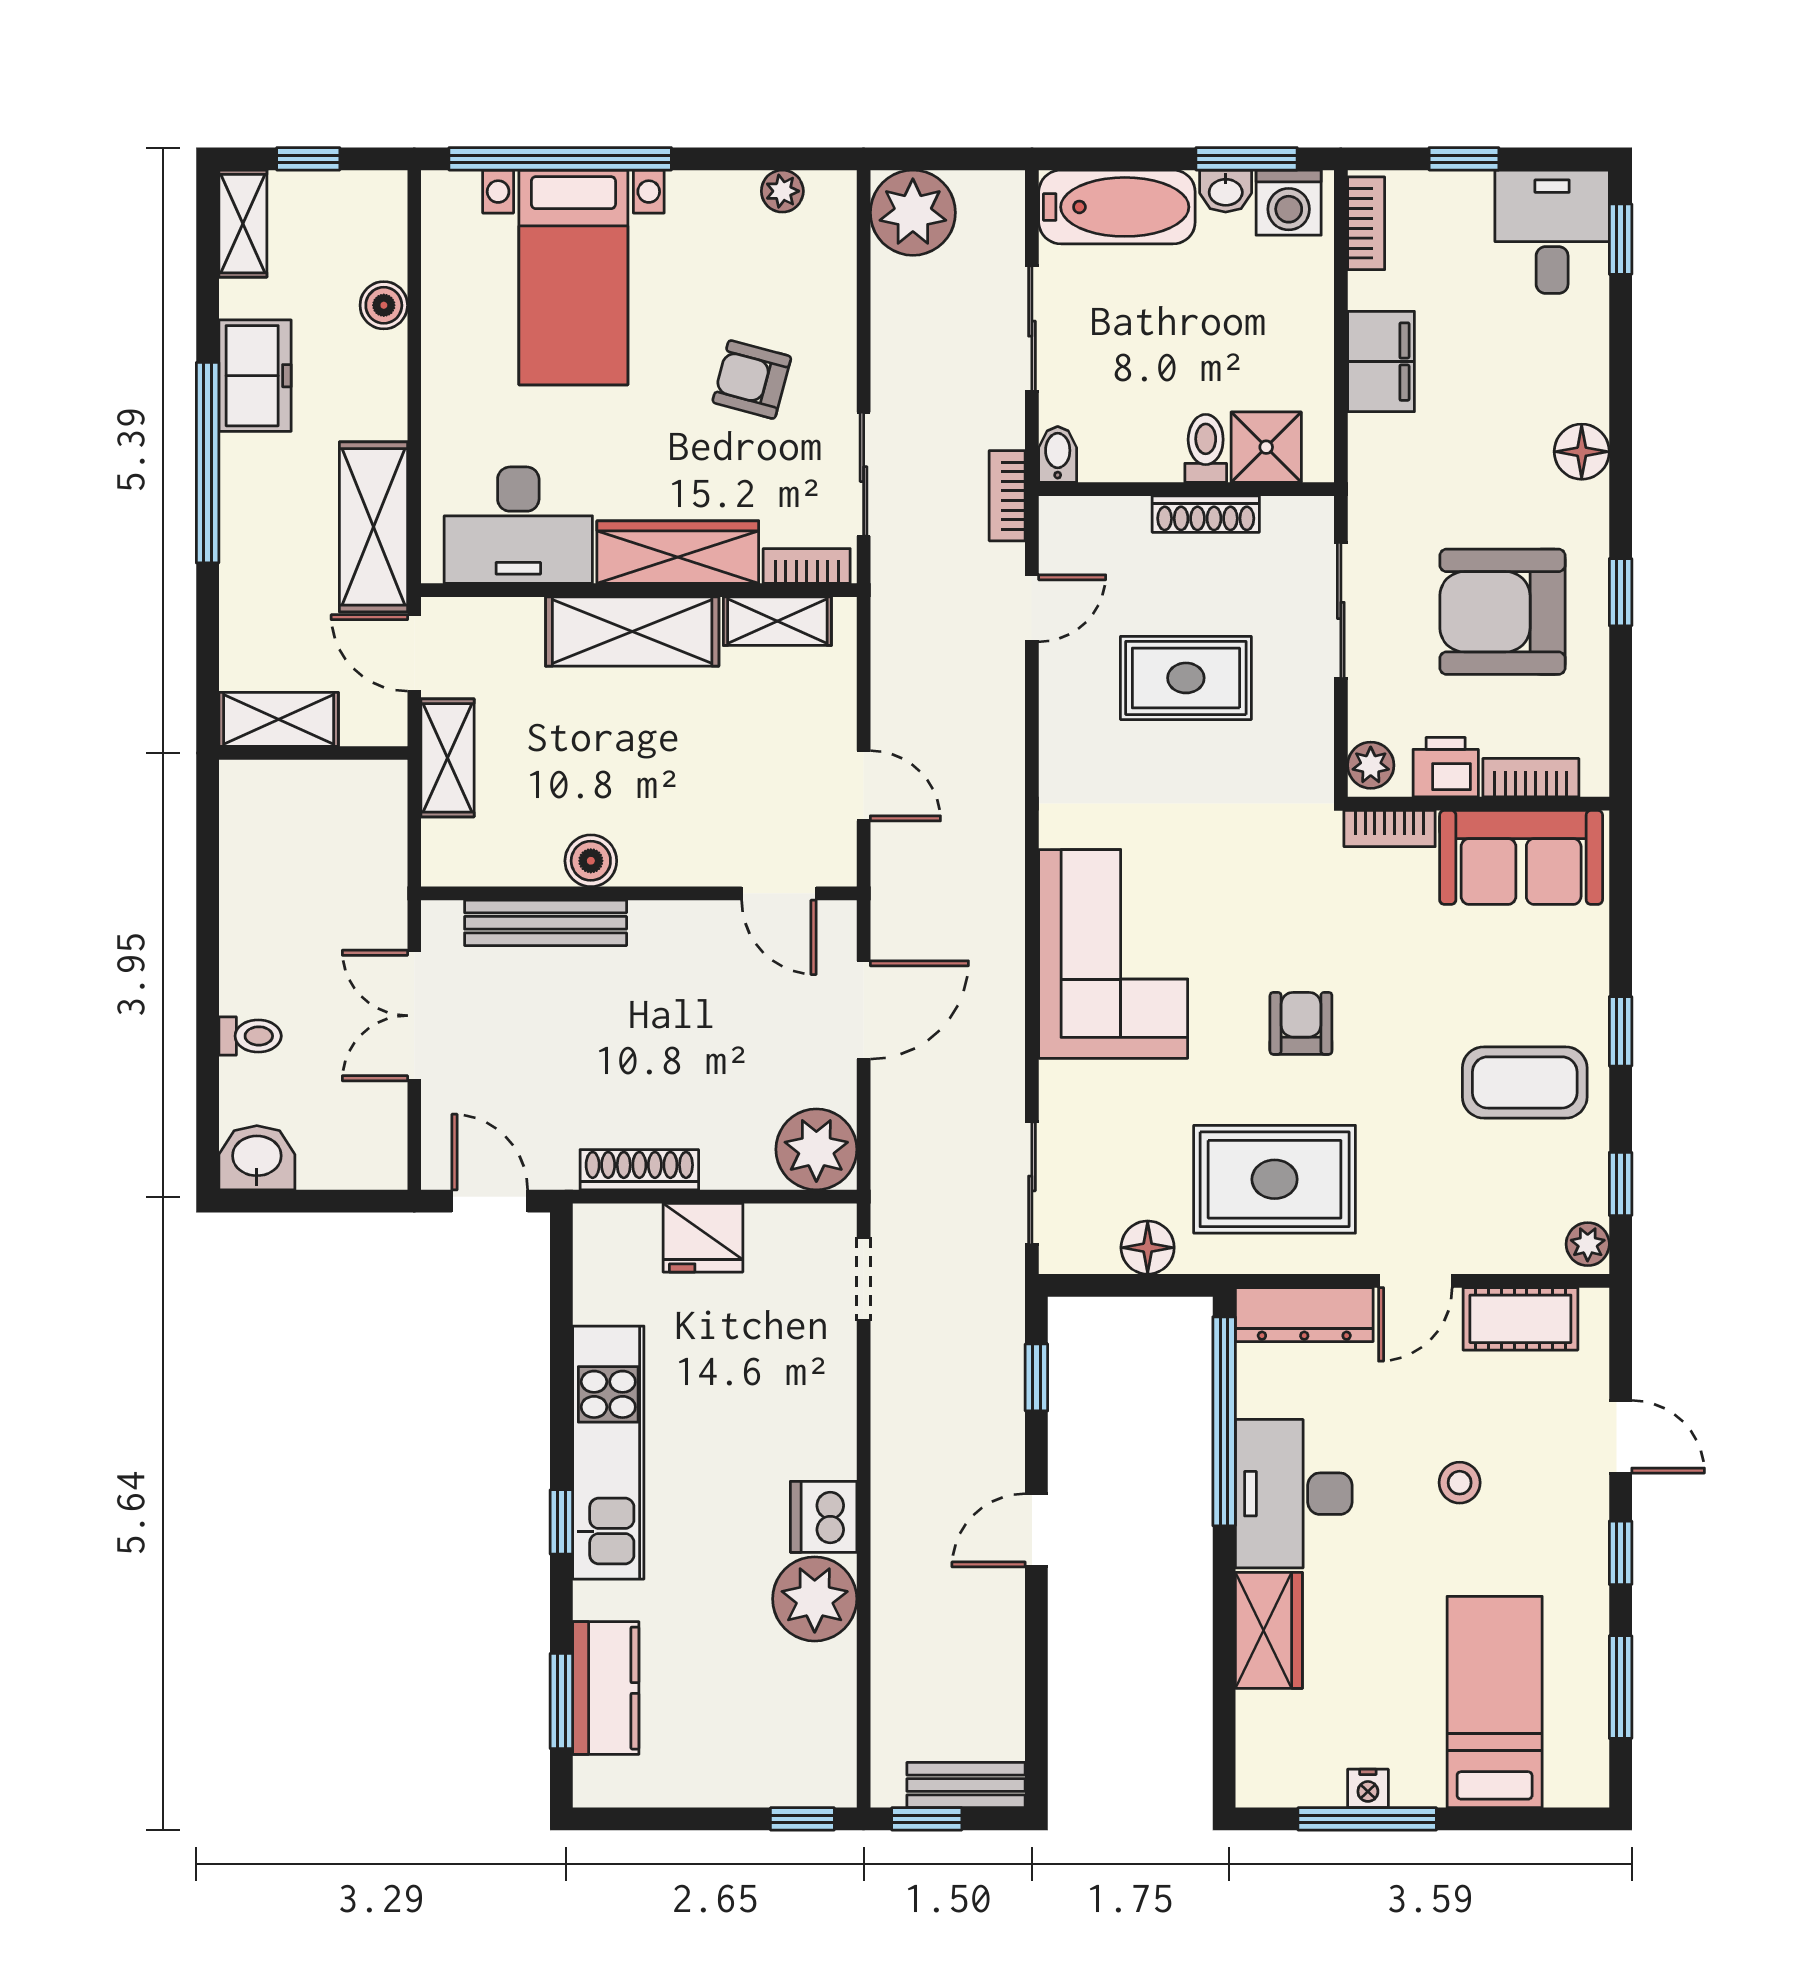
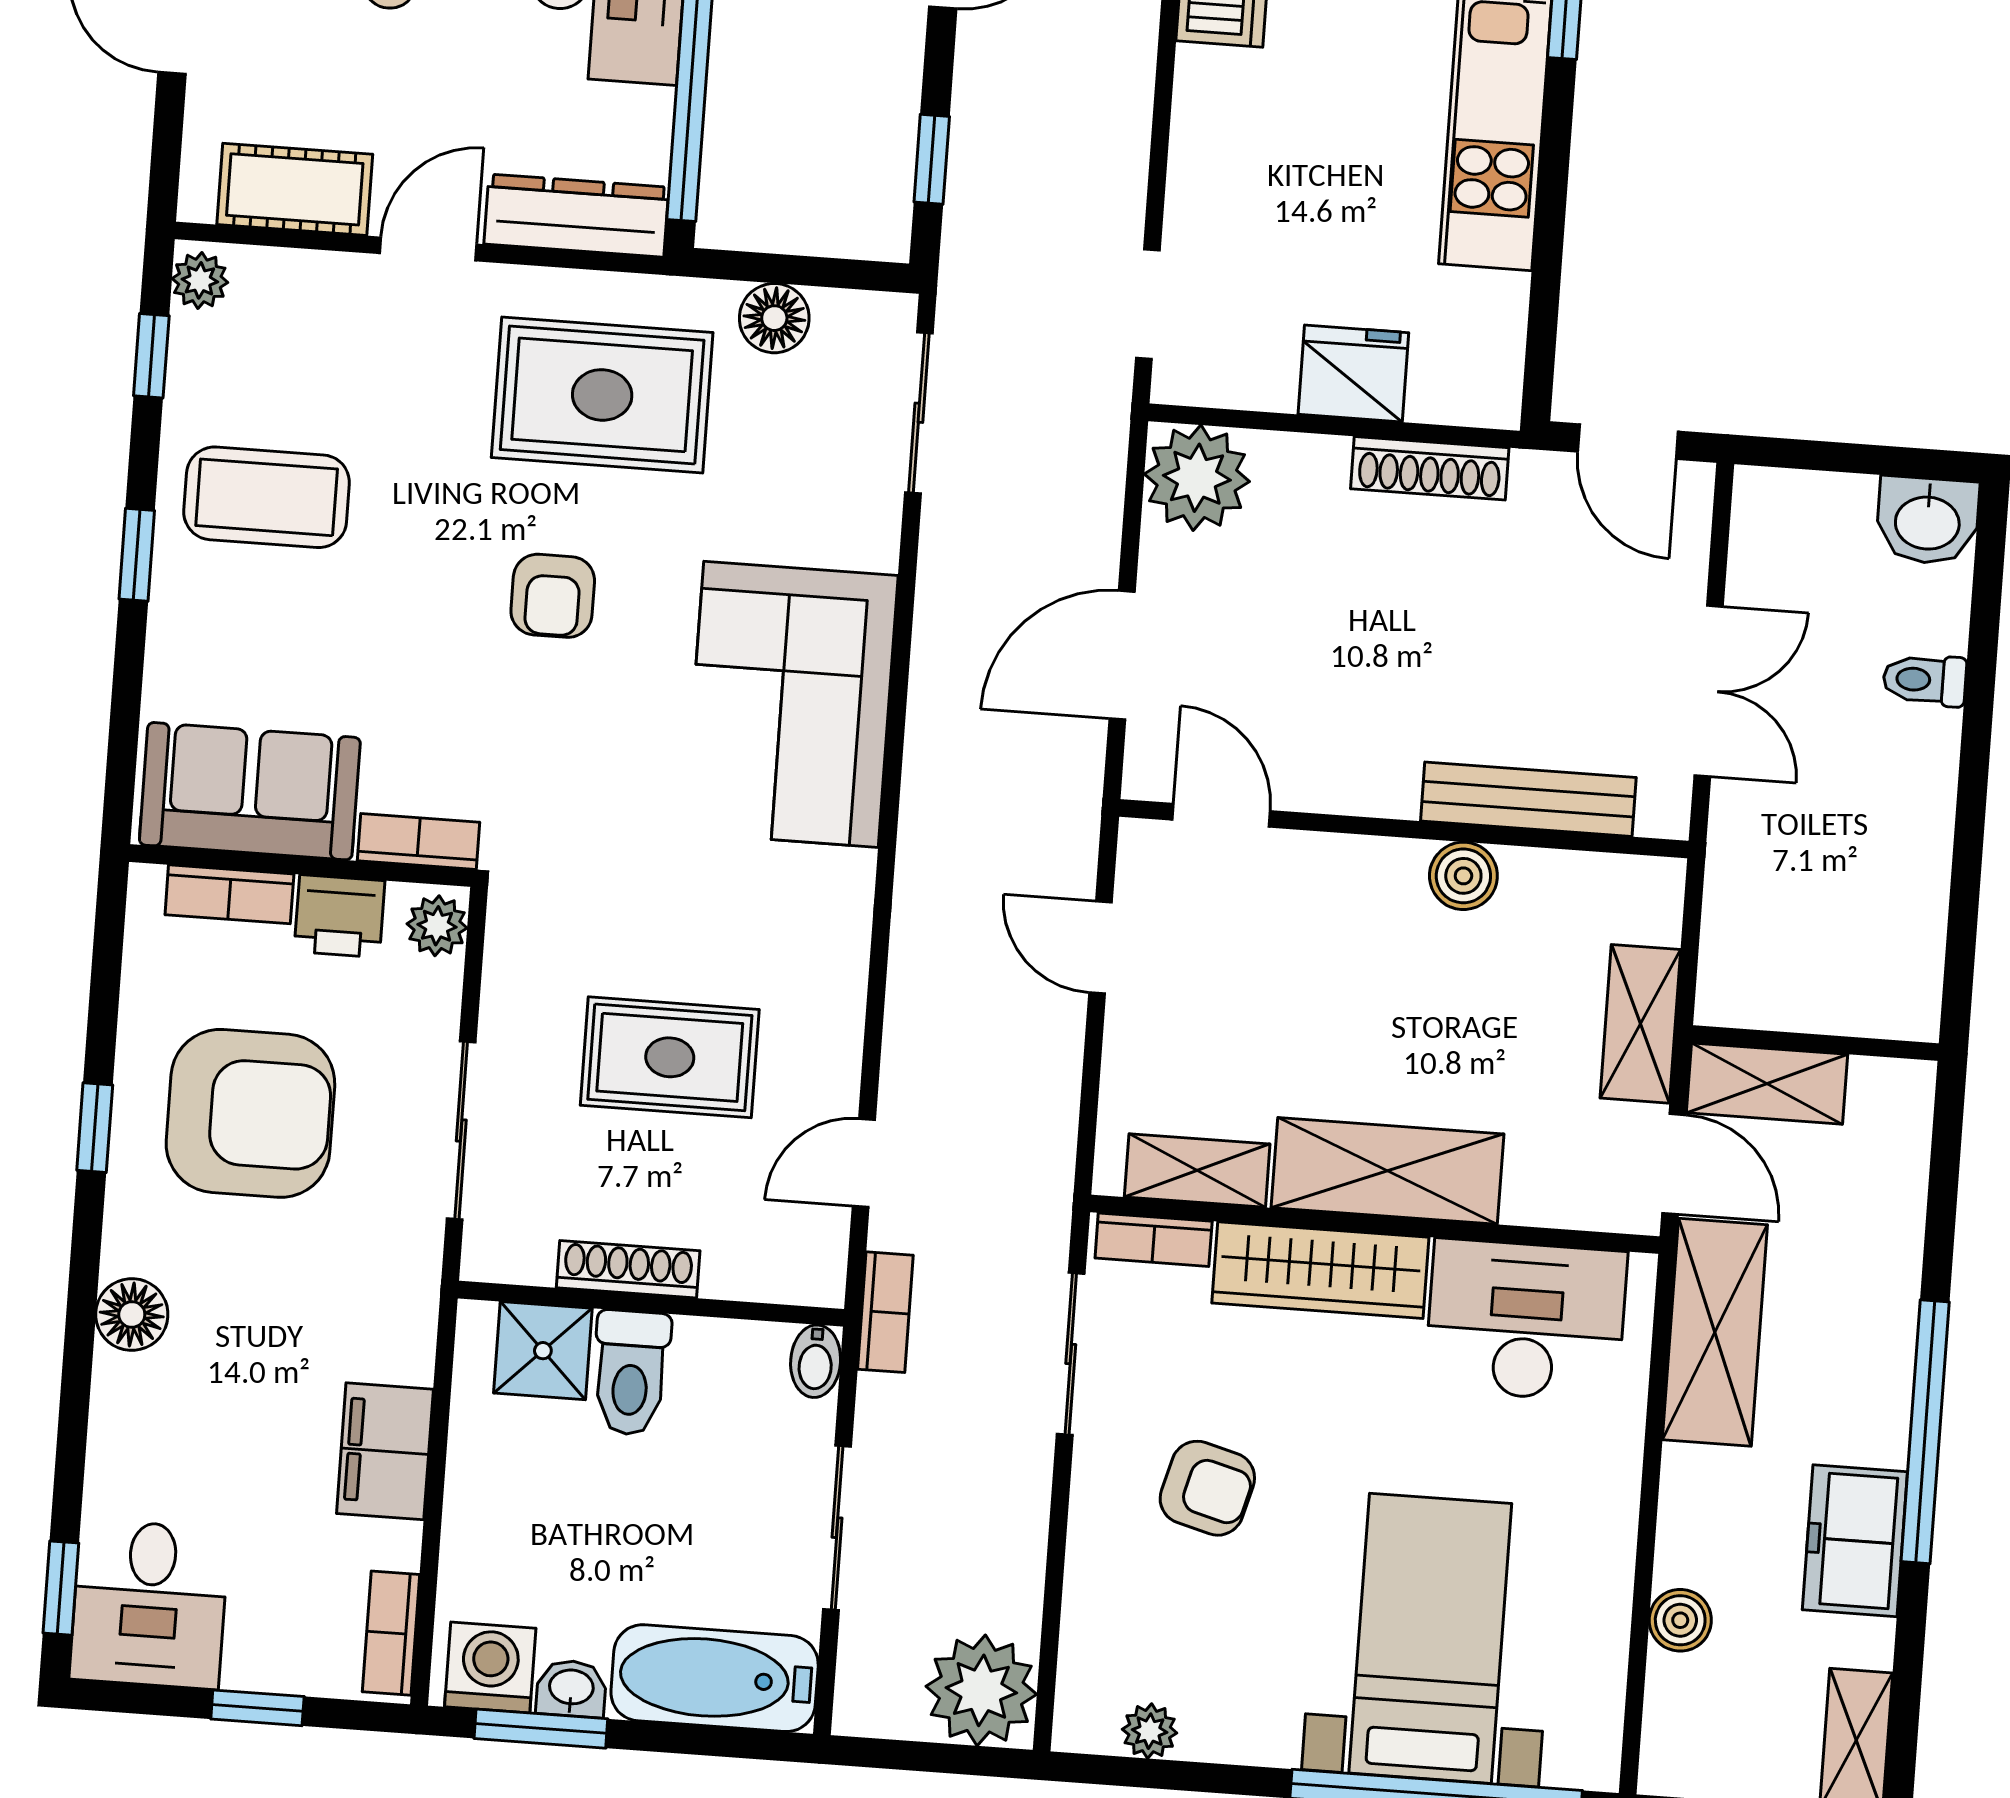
toilet: (1206, 448) -> (631, 1373), width x1.37, depth x1.39
shelving: (279, 719) -> (1767, 1084), moved

